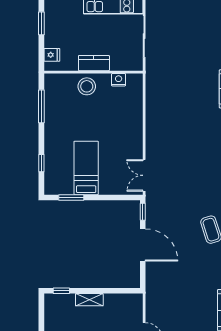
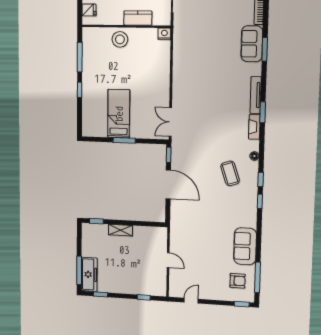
kitchen counter: (94, 63) -> (138, 18), moved
nightstand: (119, 80) -> (164, 34), moved
window: (41, 163) -> (80, 90), moved
window: (71, 197) -> (124, 140), moved

